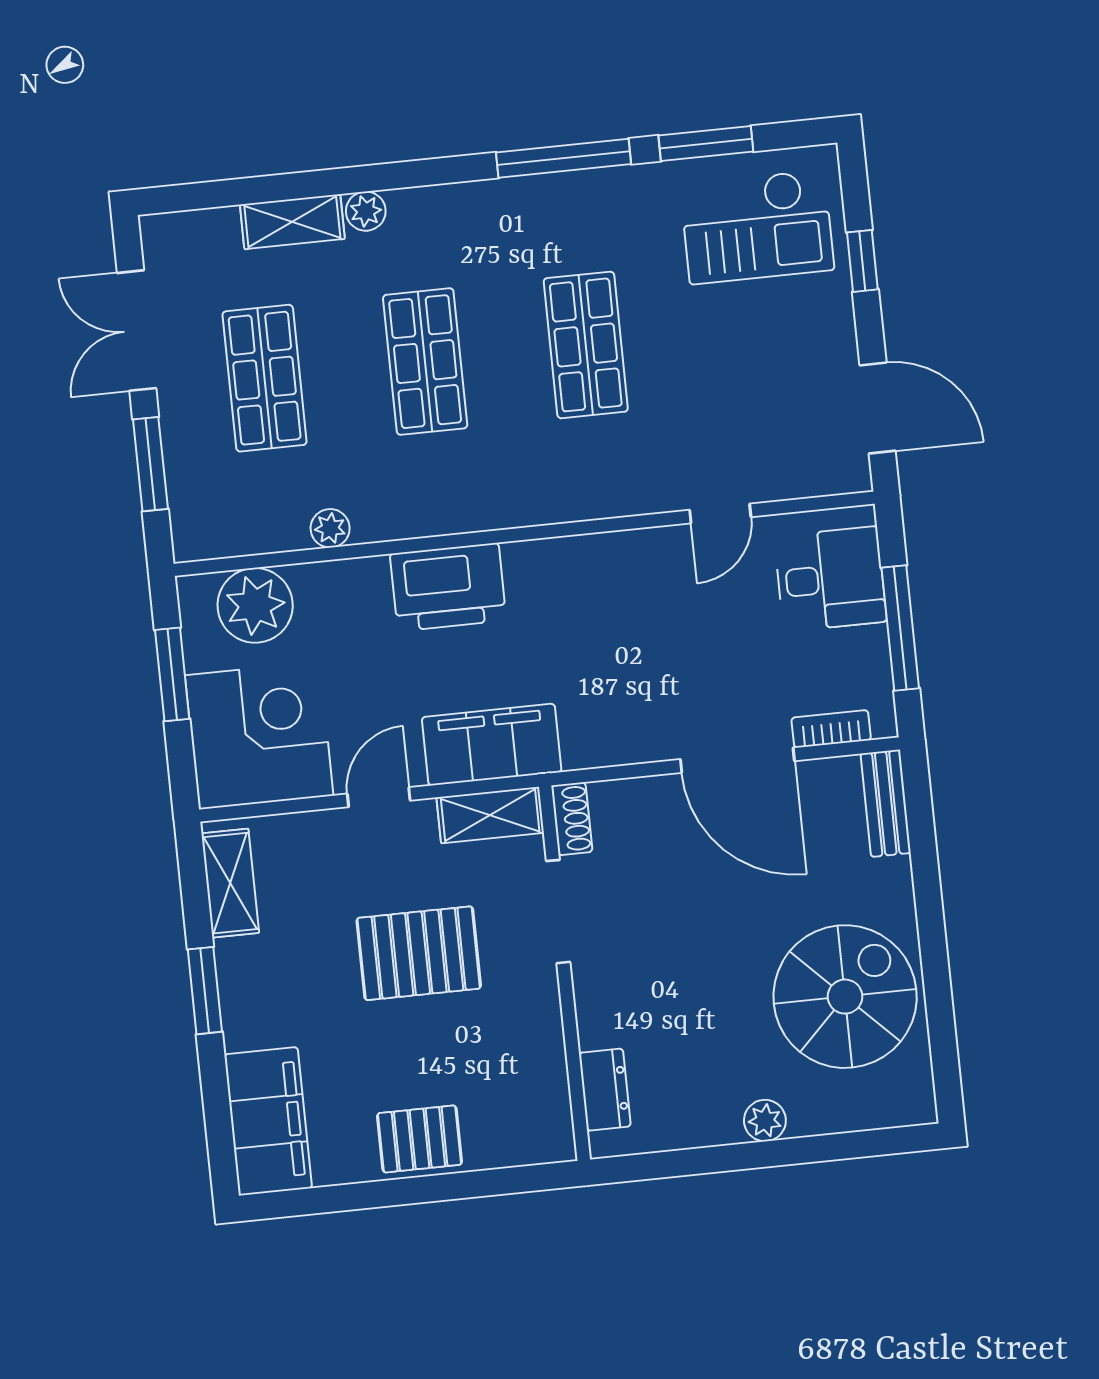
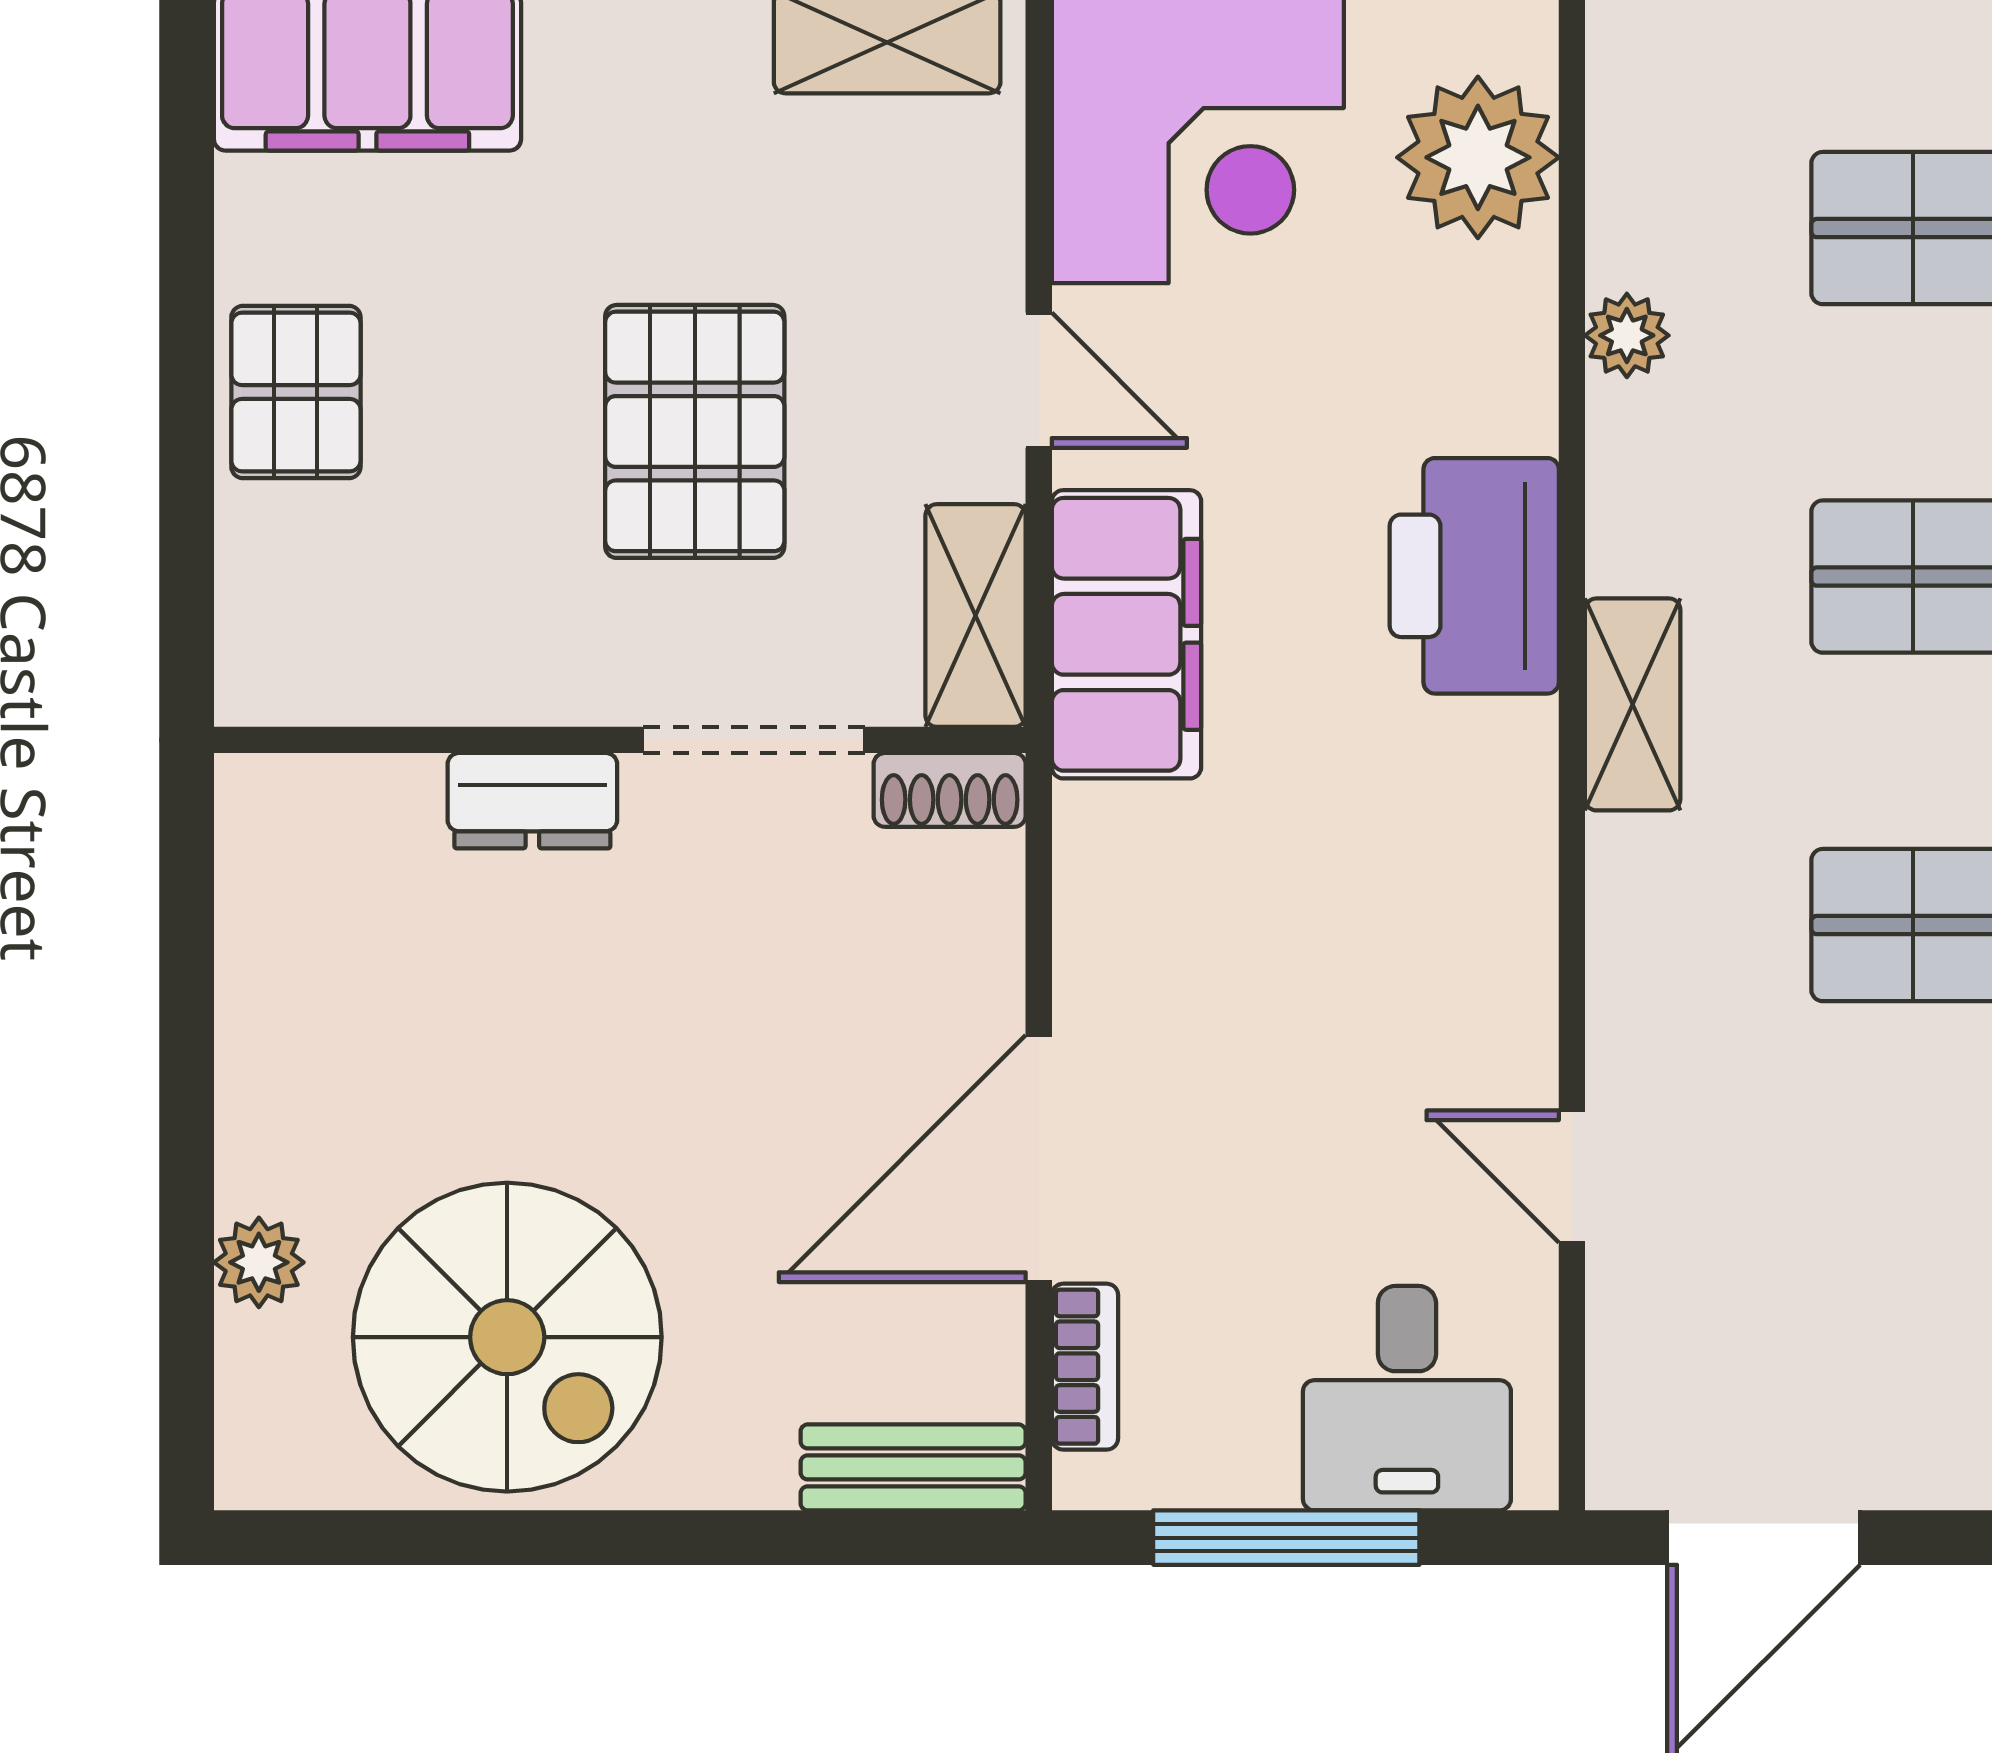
shelving: (500, 508) -> (1633, 704), added
dresser: (605, 1090) -> (532, 801), moved
plant: (765, 1121) -> (259, 1262), moved

